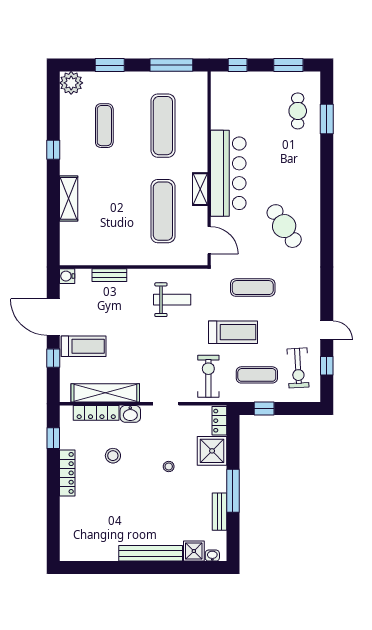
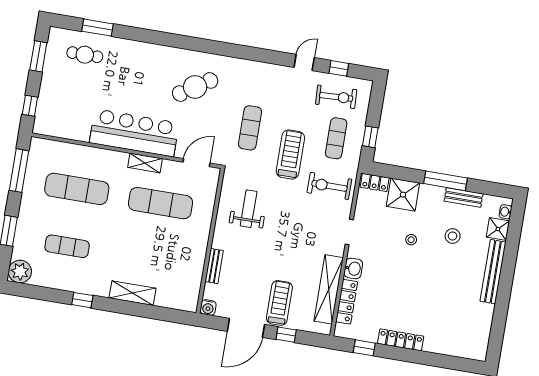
stool: (113, 456) -> (453, 236), moved

